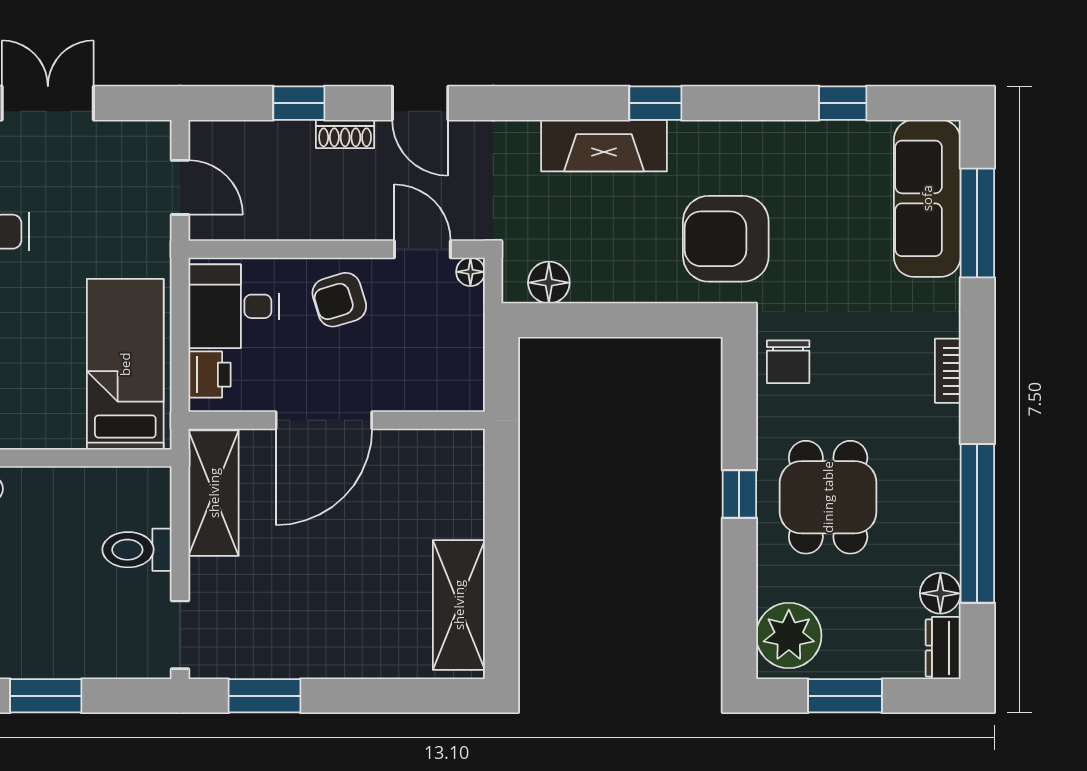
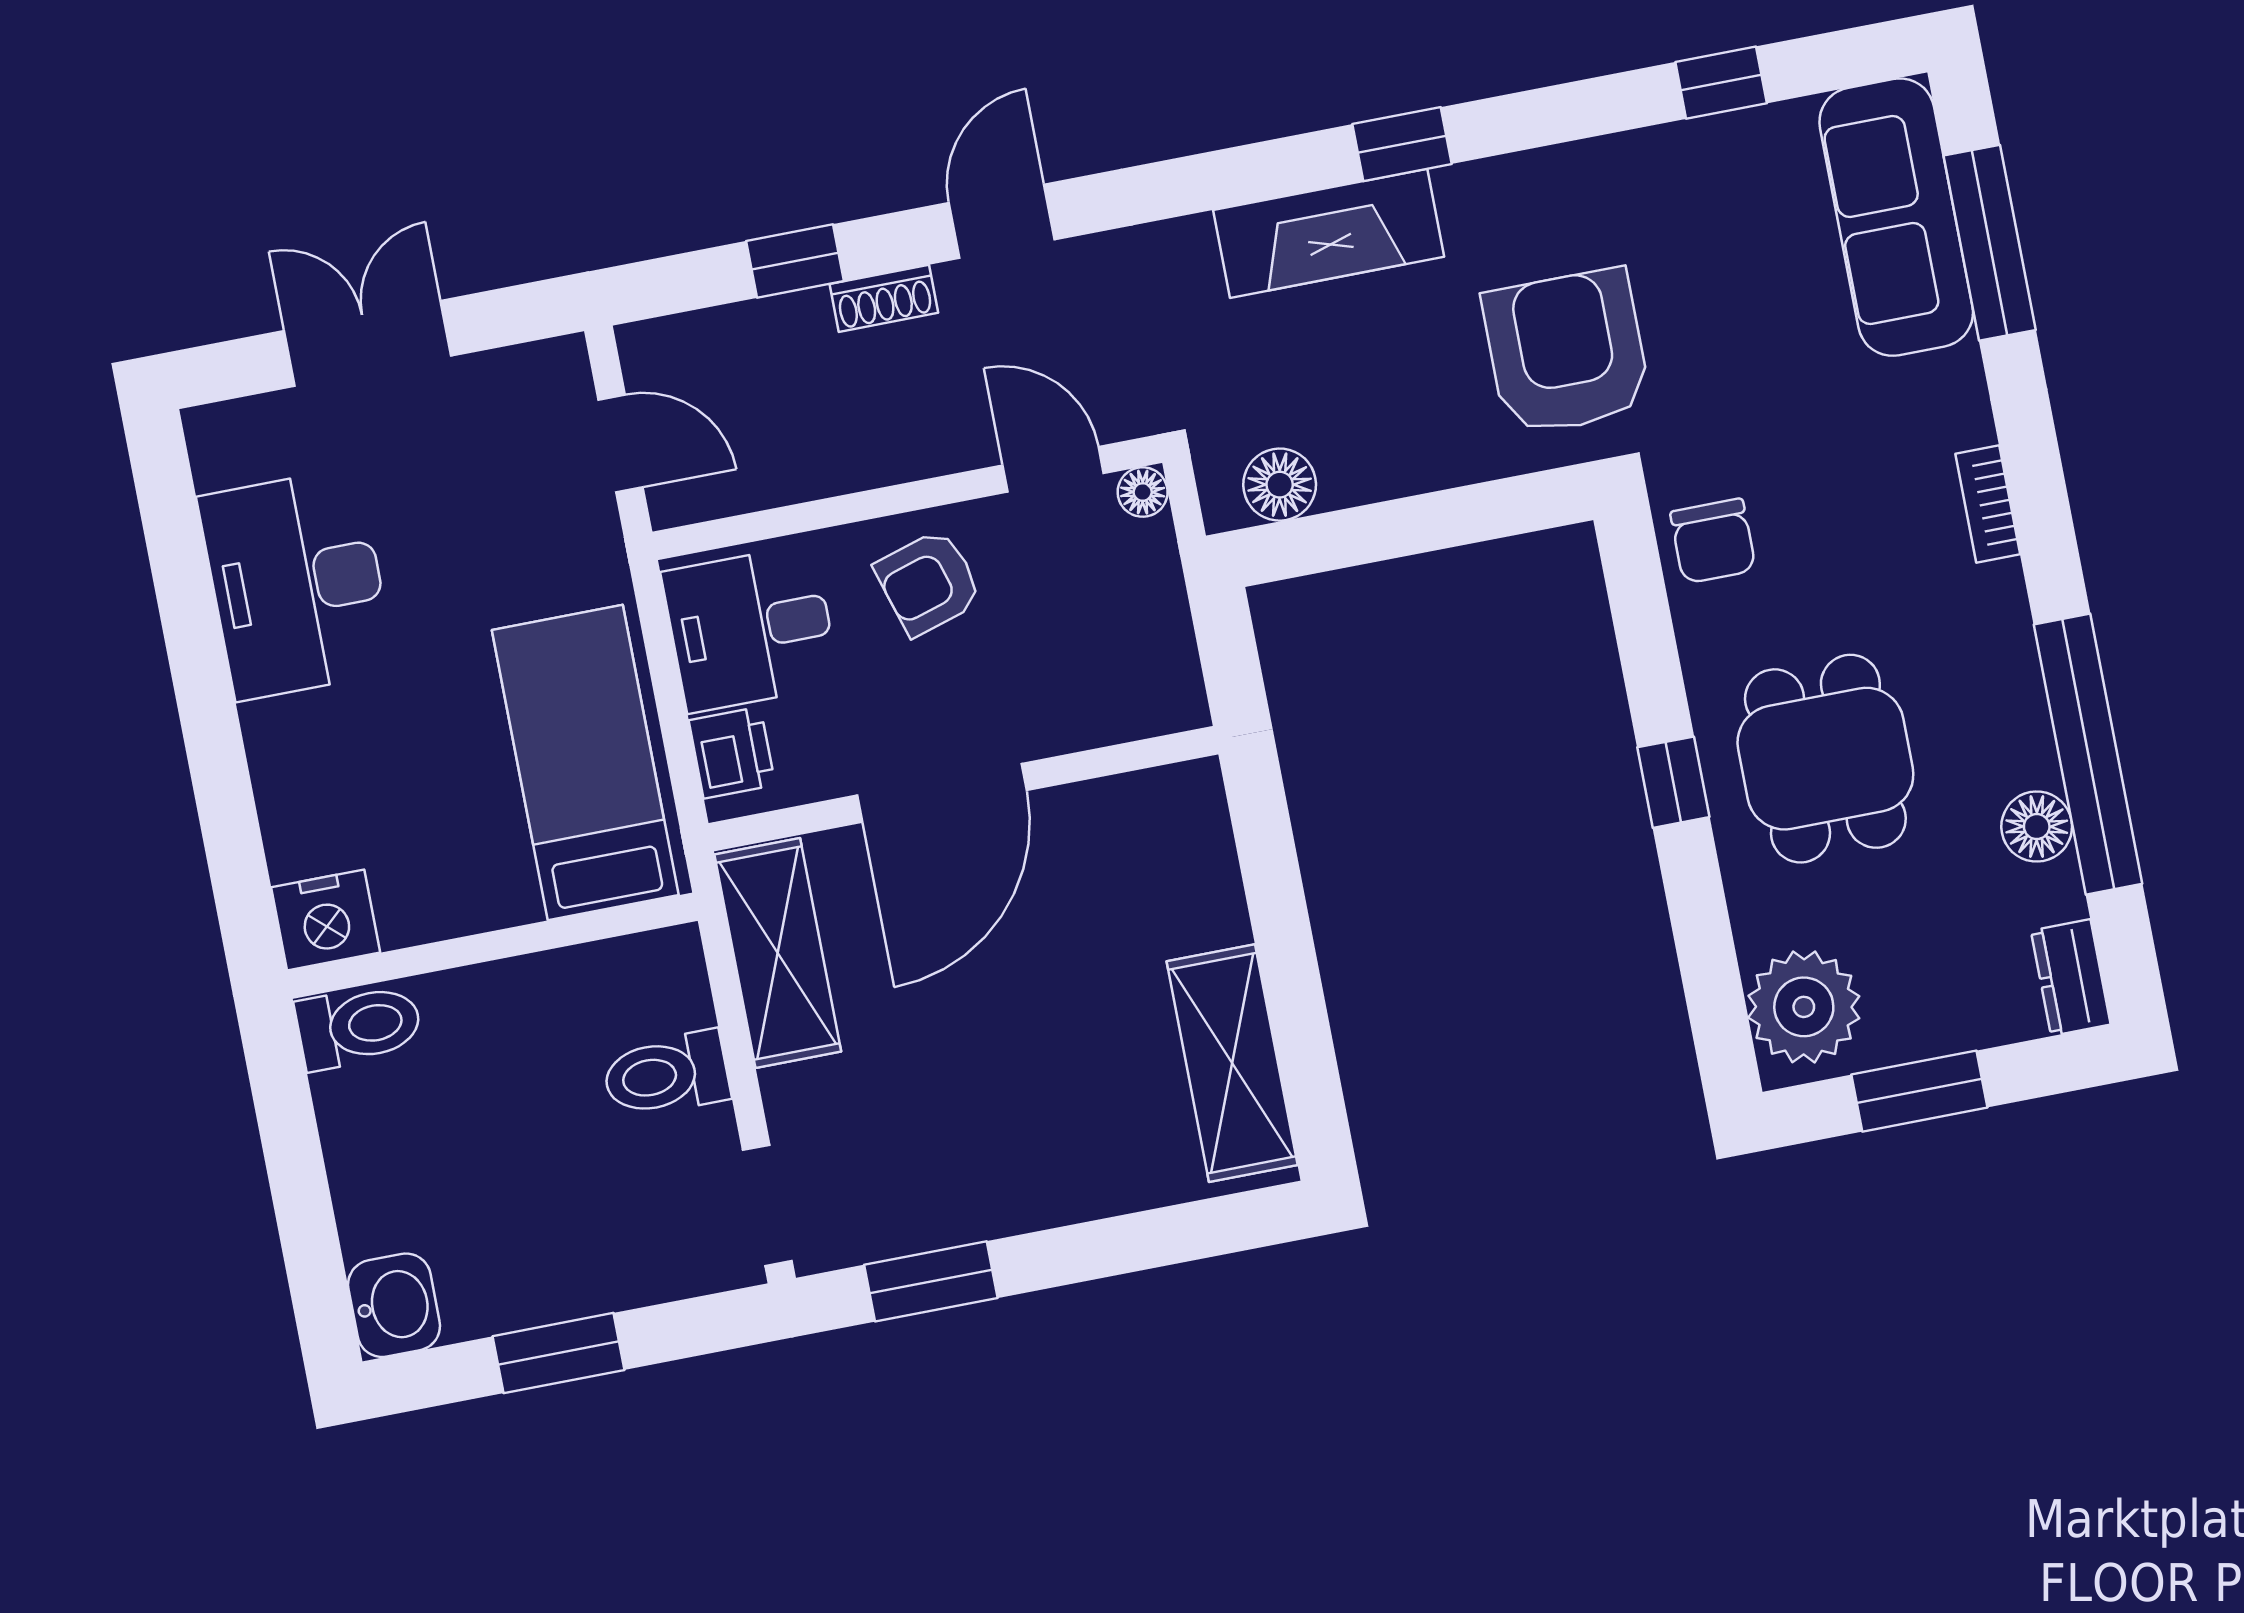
door: (420, 103) -> (1002, 221), swing flipped
armchair: (726, 239) -> (1567, 352), turned 90
floor lamp: (940, 593) -> (2037, 827), moved

